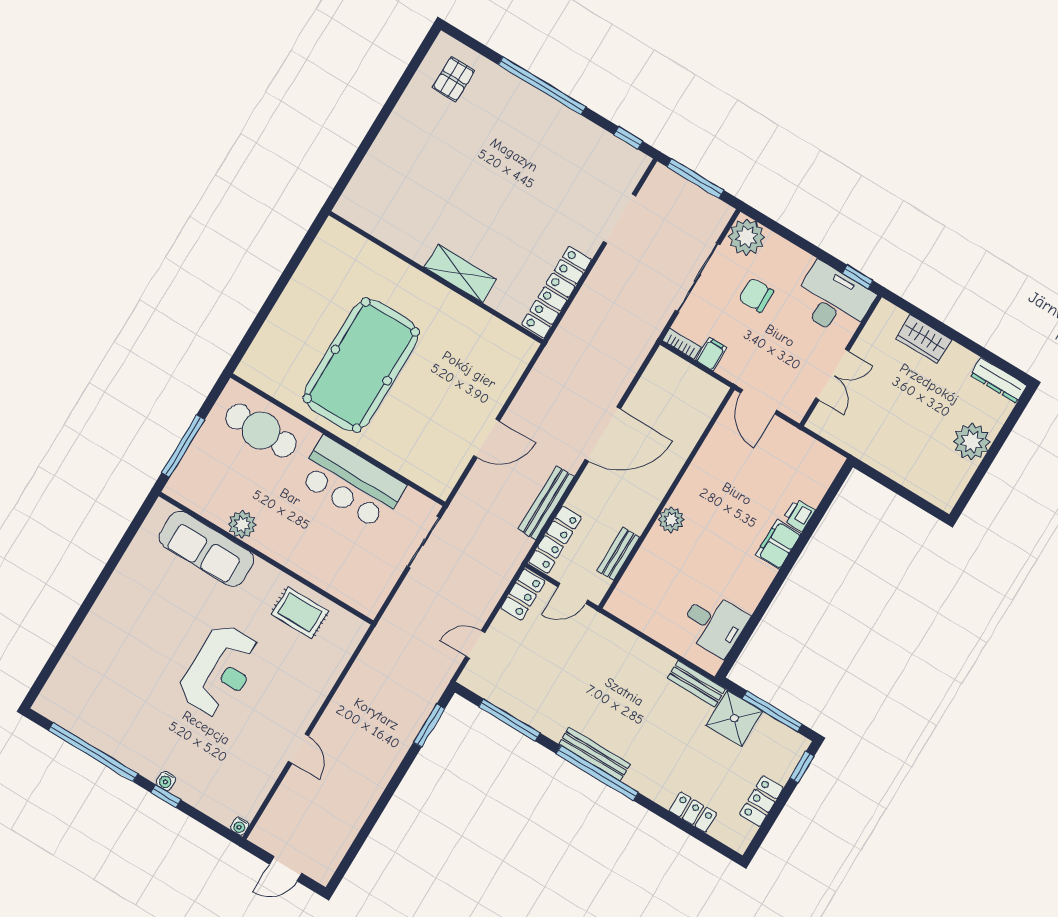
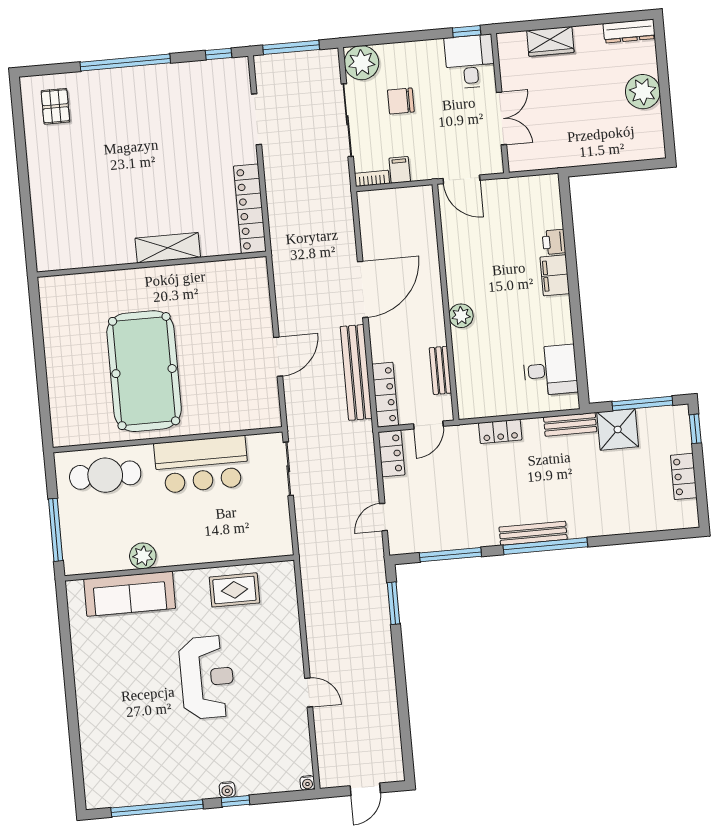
desk: (833, 300) -> (470, 62), width x0.73
bench: (546, 503) -> (356, 372), width x1.37, depth x1.21
locker: (693, 812) -> (500, 431), moved, turned 180

